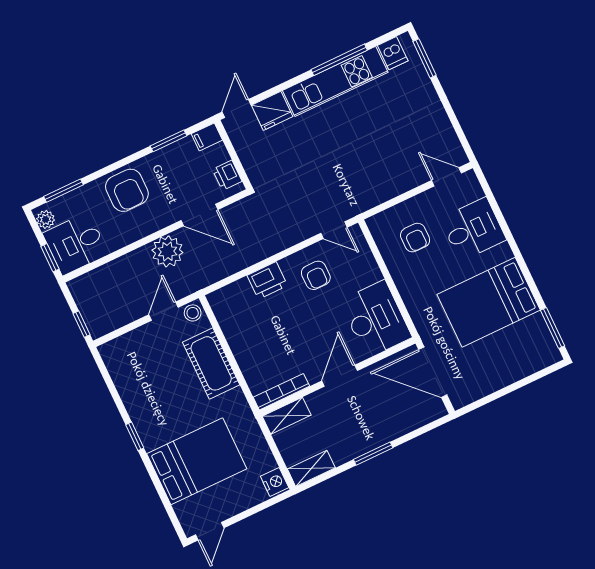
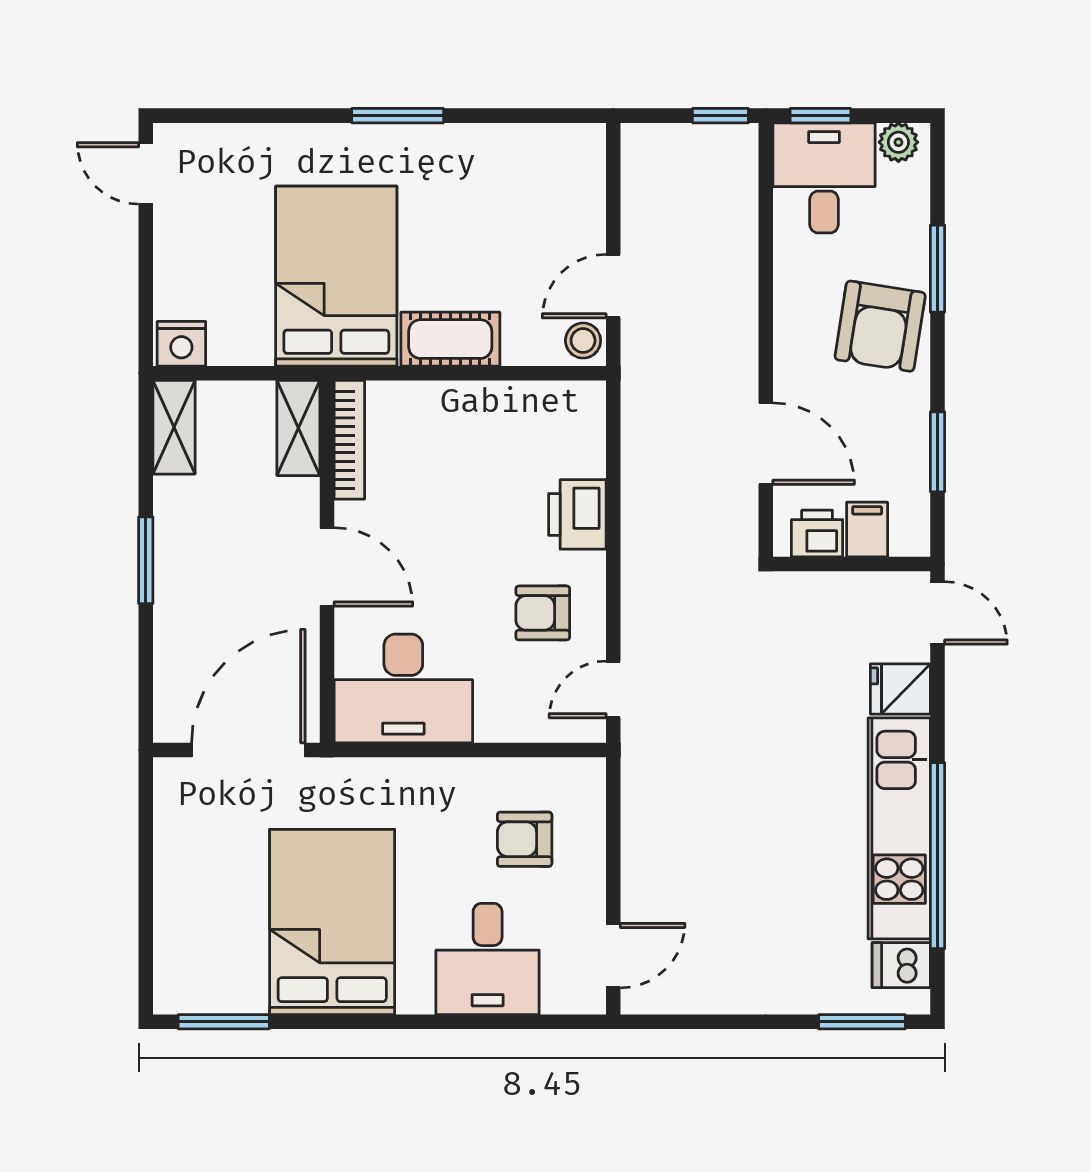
window: (339, 60) -> (938, 856), width x1.46
fridge: (272, 111) -> (900, 689), width x0.72
filing cabinet: (207, 137) -> (867, 529), moved
armchair: (127, 190) -> (880, 326), turned -81
window: (63, 191) -> (938, 269), moved
door: (199, 215) -> (766, 444), swing flipped
plant: (167, 251) -> (725, 348), removed
door: (164, 311) -> (613, 286), swing flipped
window: (81, 324) -> (720, 116), moved
cot: (211, 363) -> (450, 339), width x0.73, depth x0.75
window: (135, 436) -> (398, 116), width x1.50
bed: (197, 461) -> (336, 276), moved, turned 180

